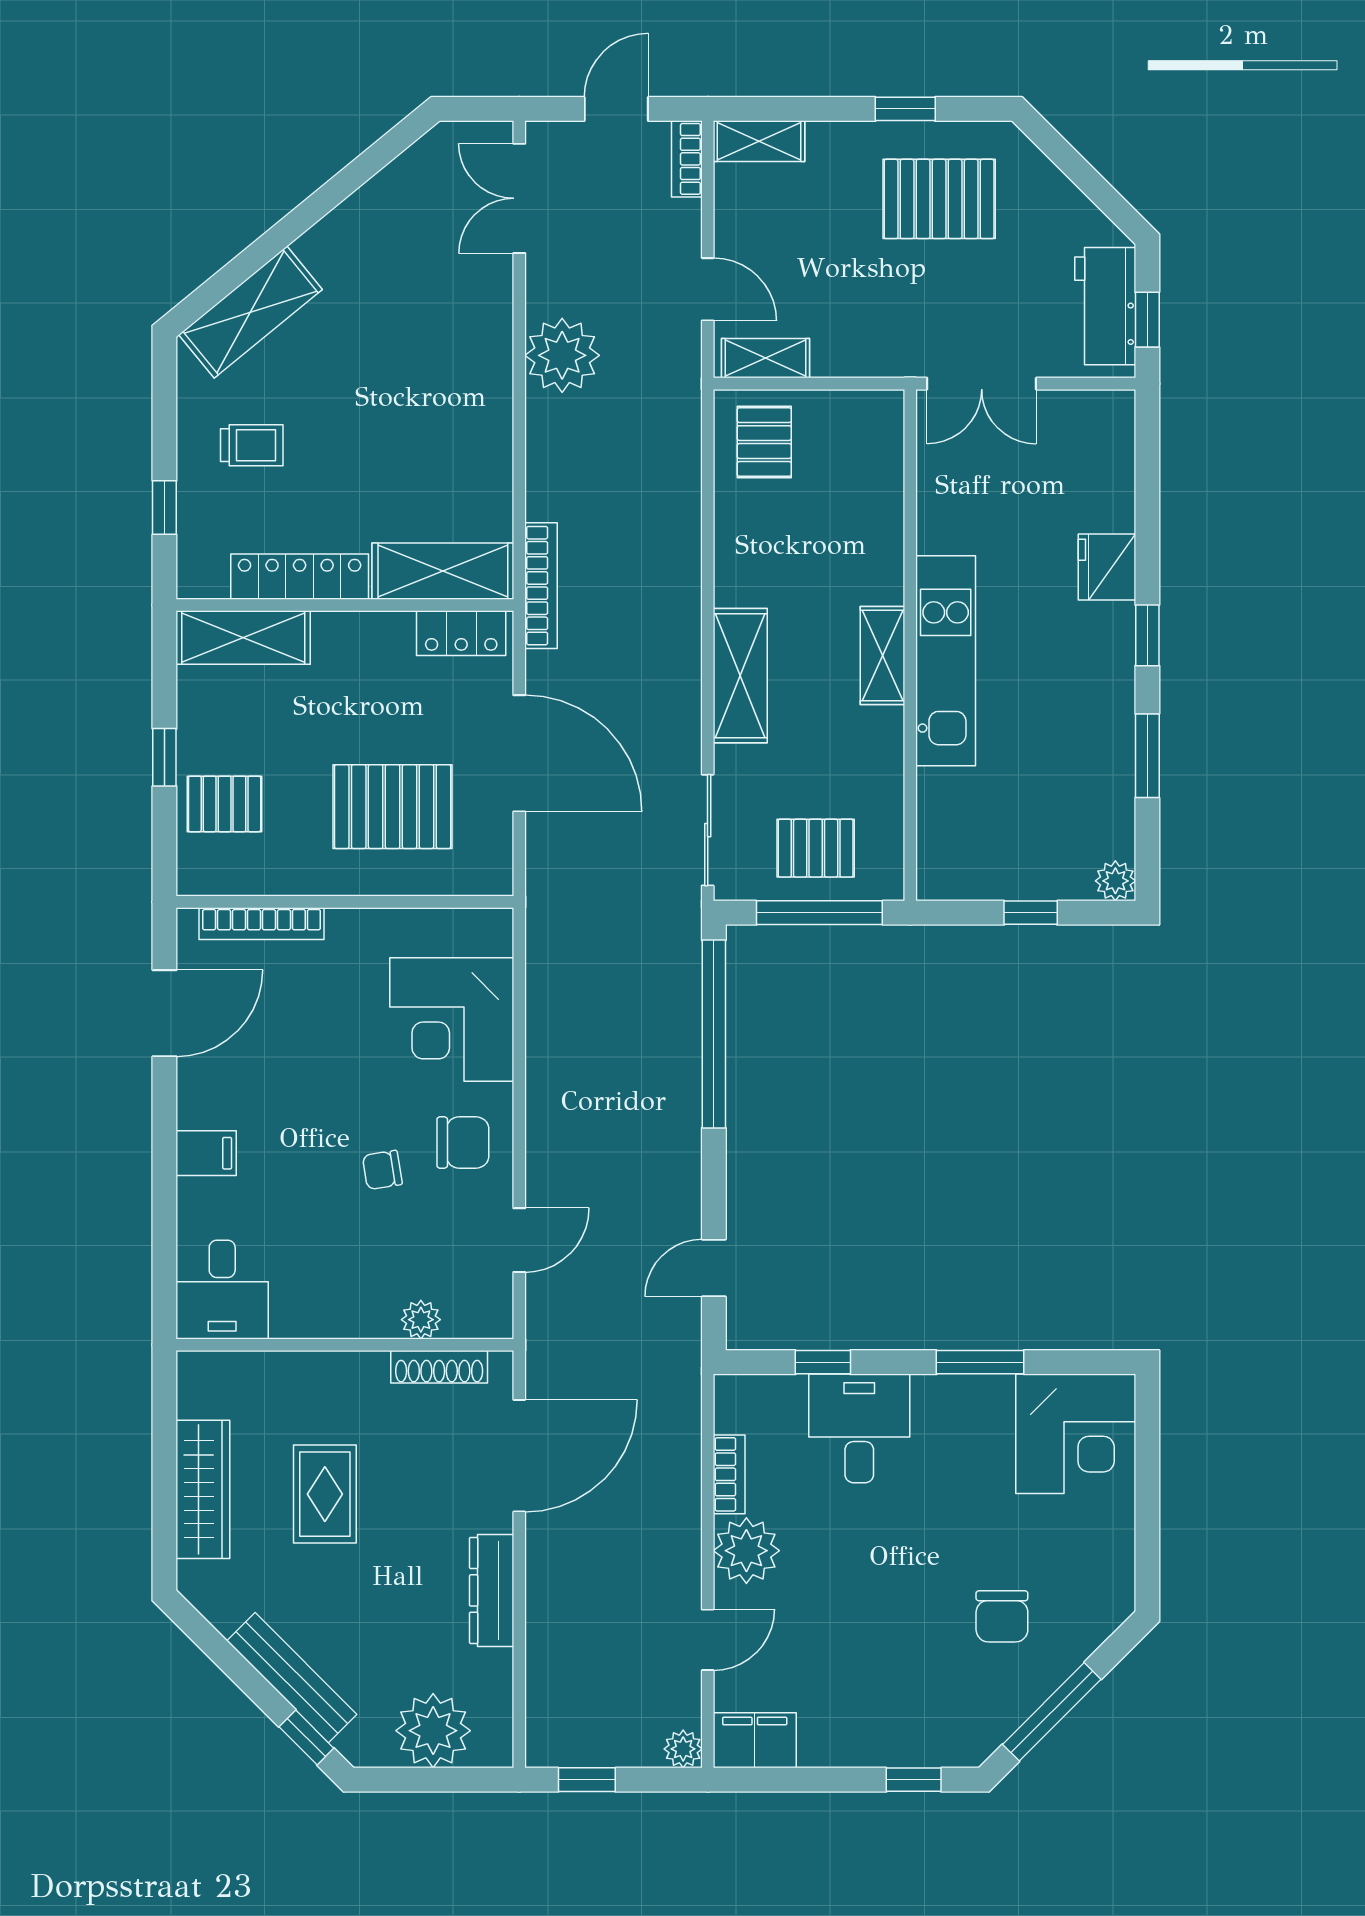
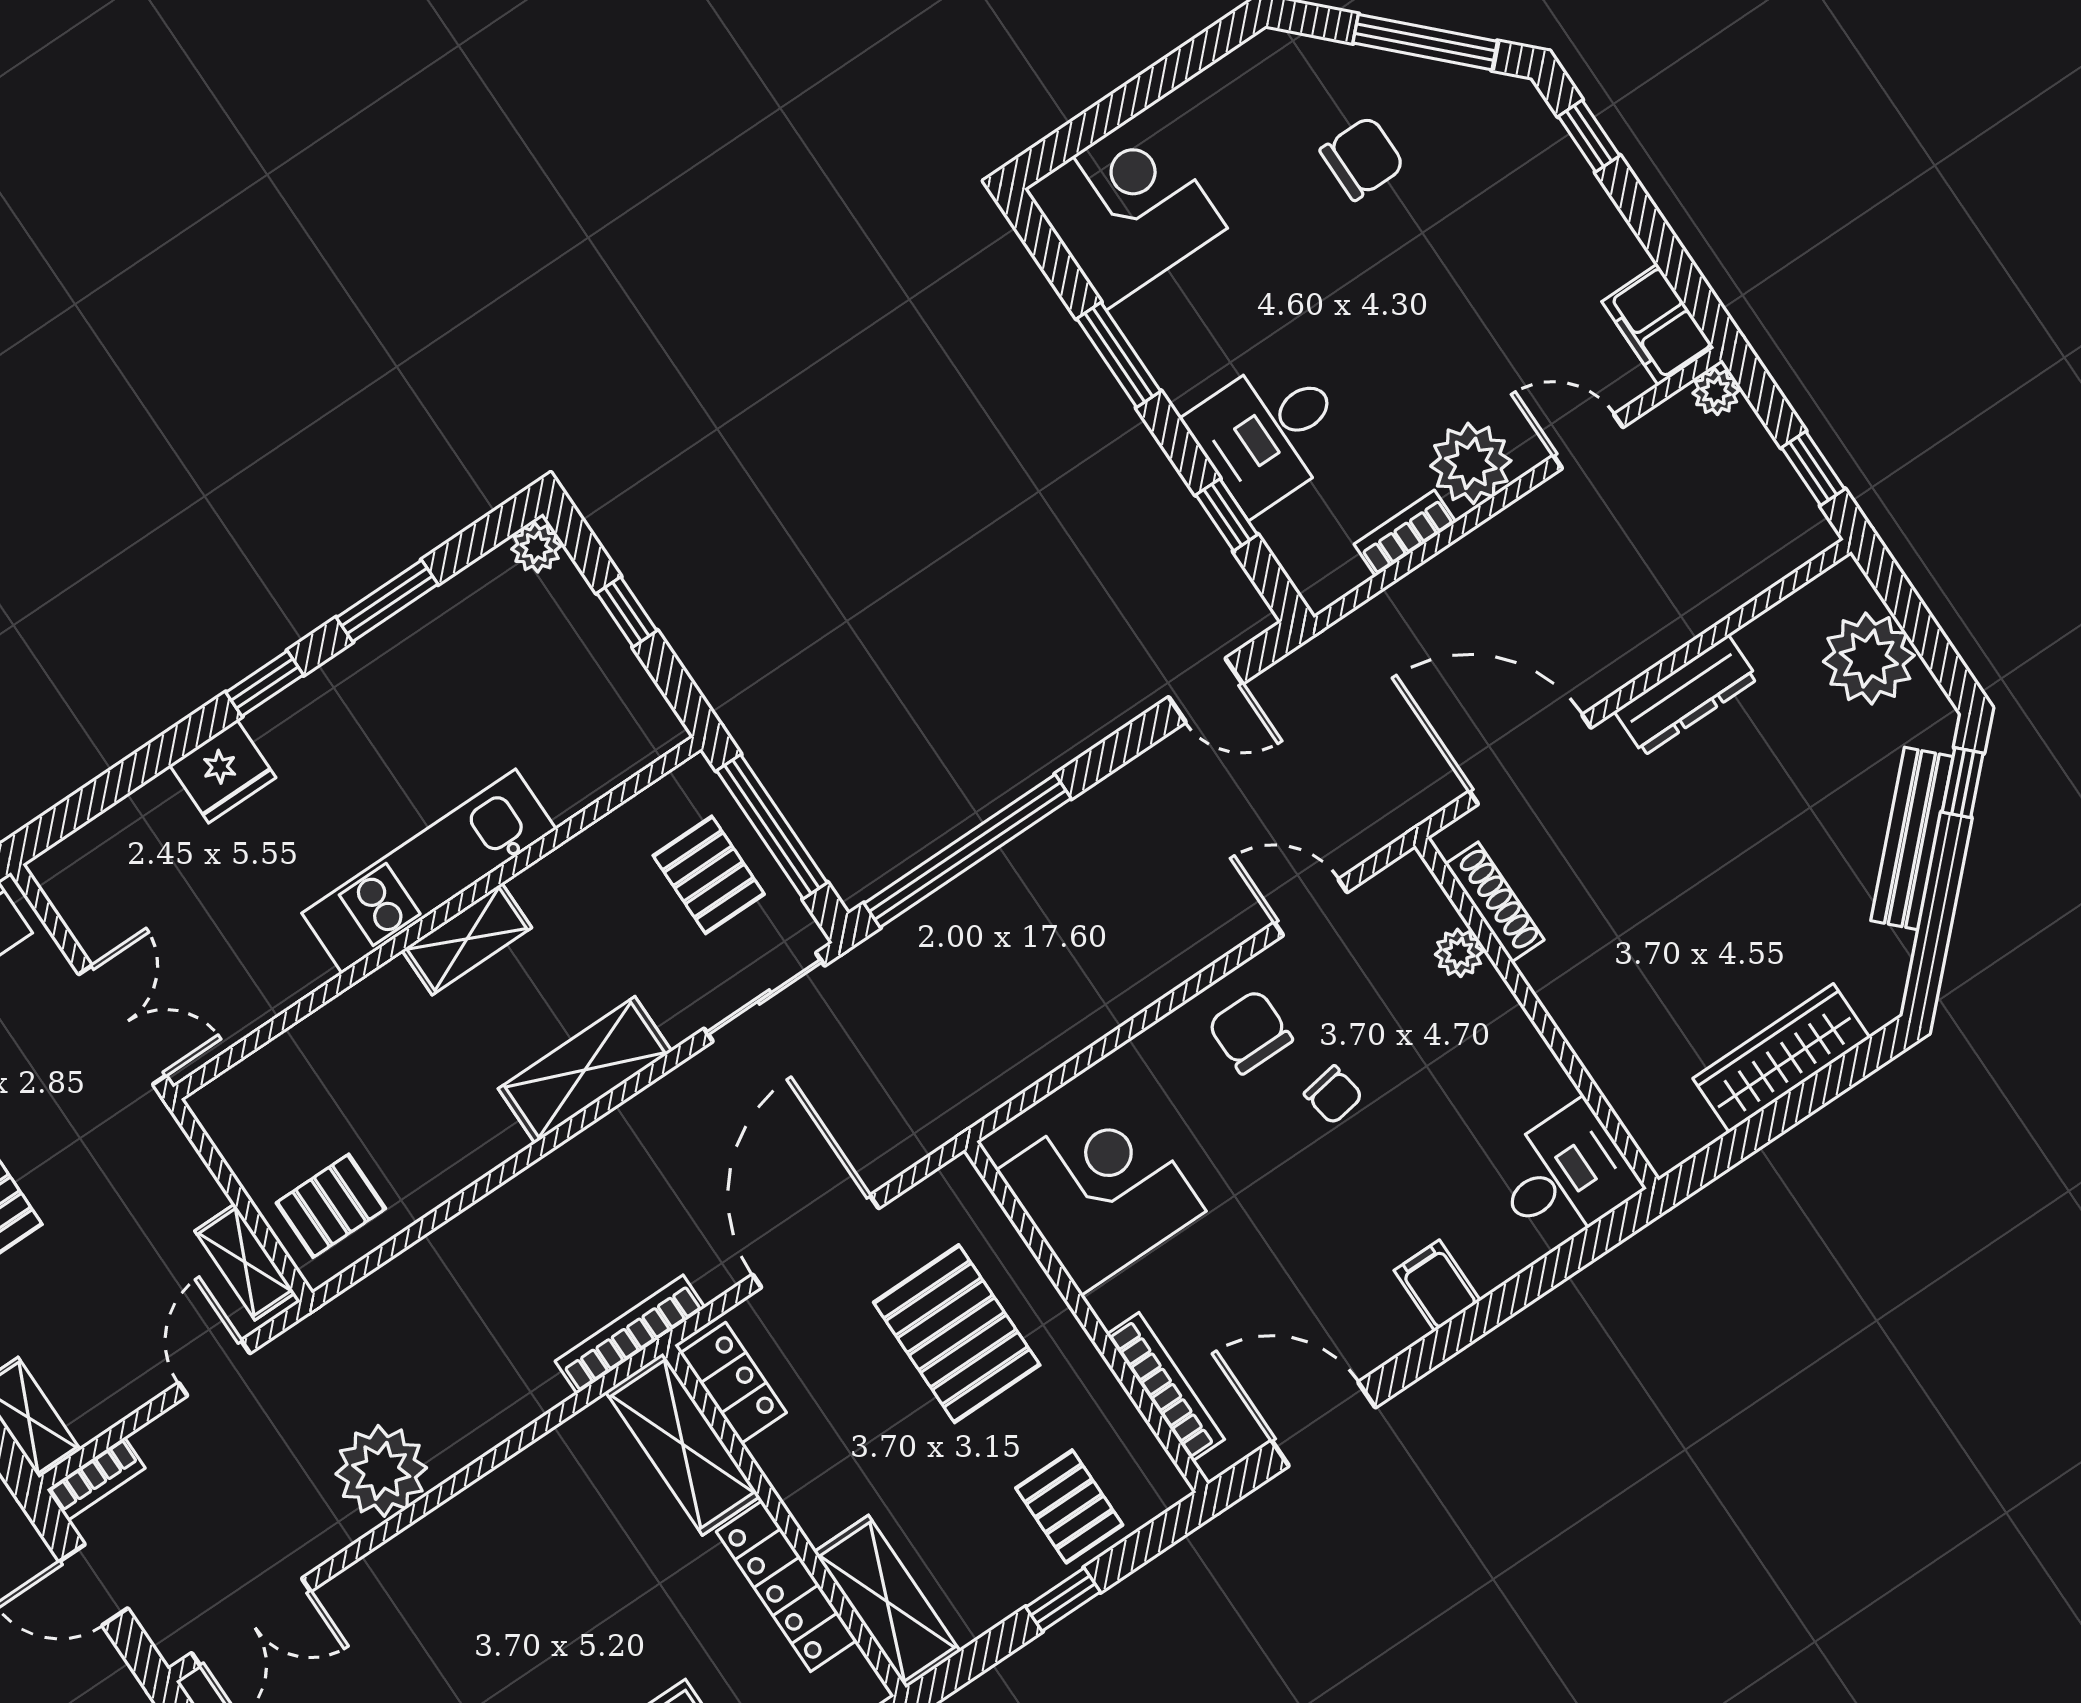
corner desk: (452, 1019) -> (1101, 1191), moved, turned -90
rug: (325, 1494) -> (1702, 931), removed

